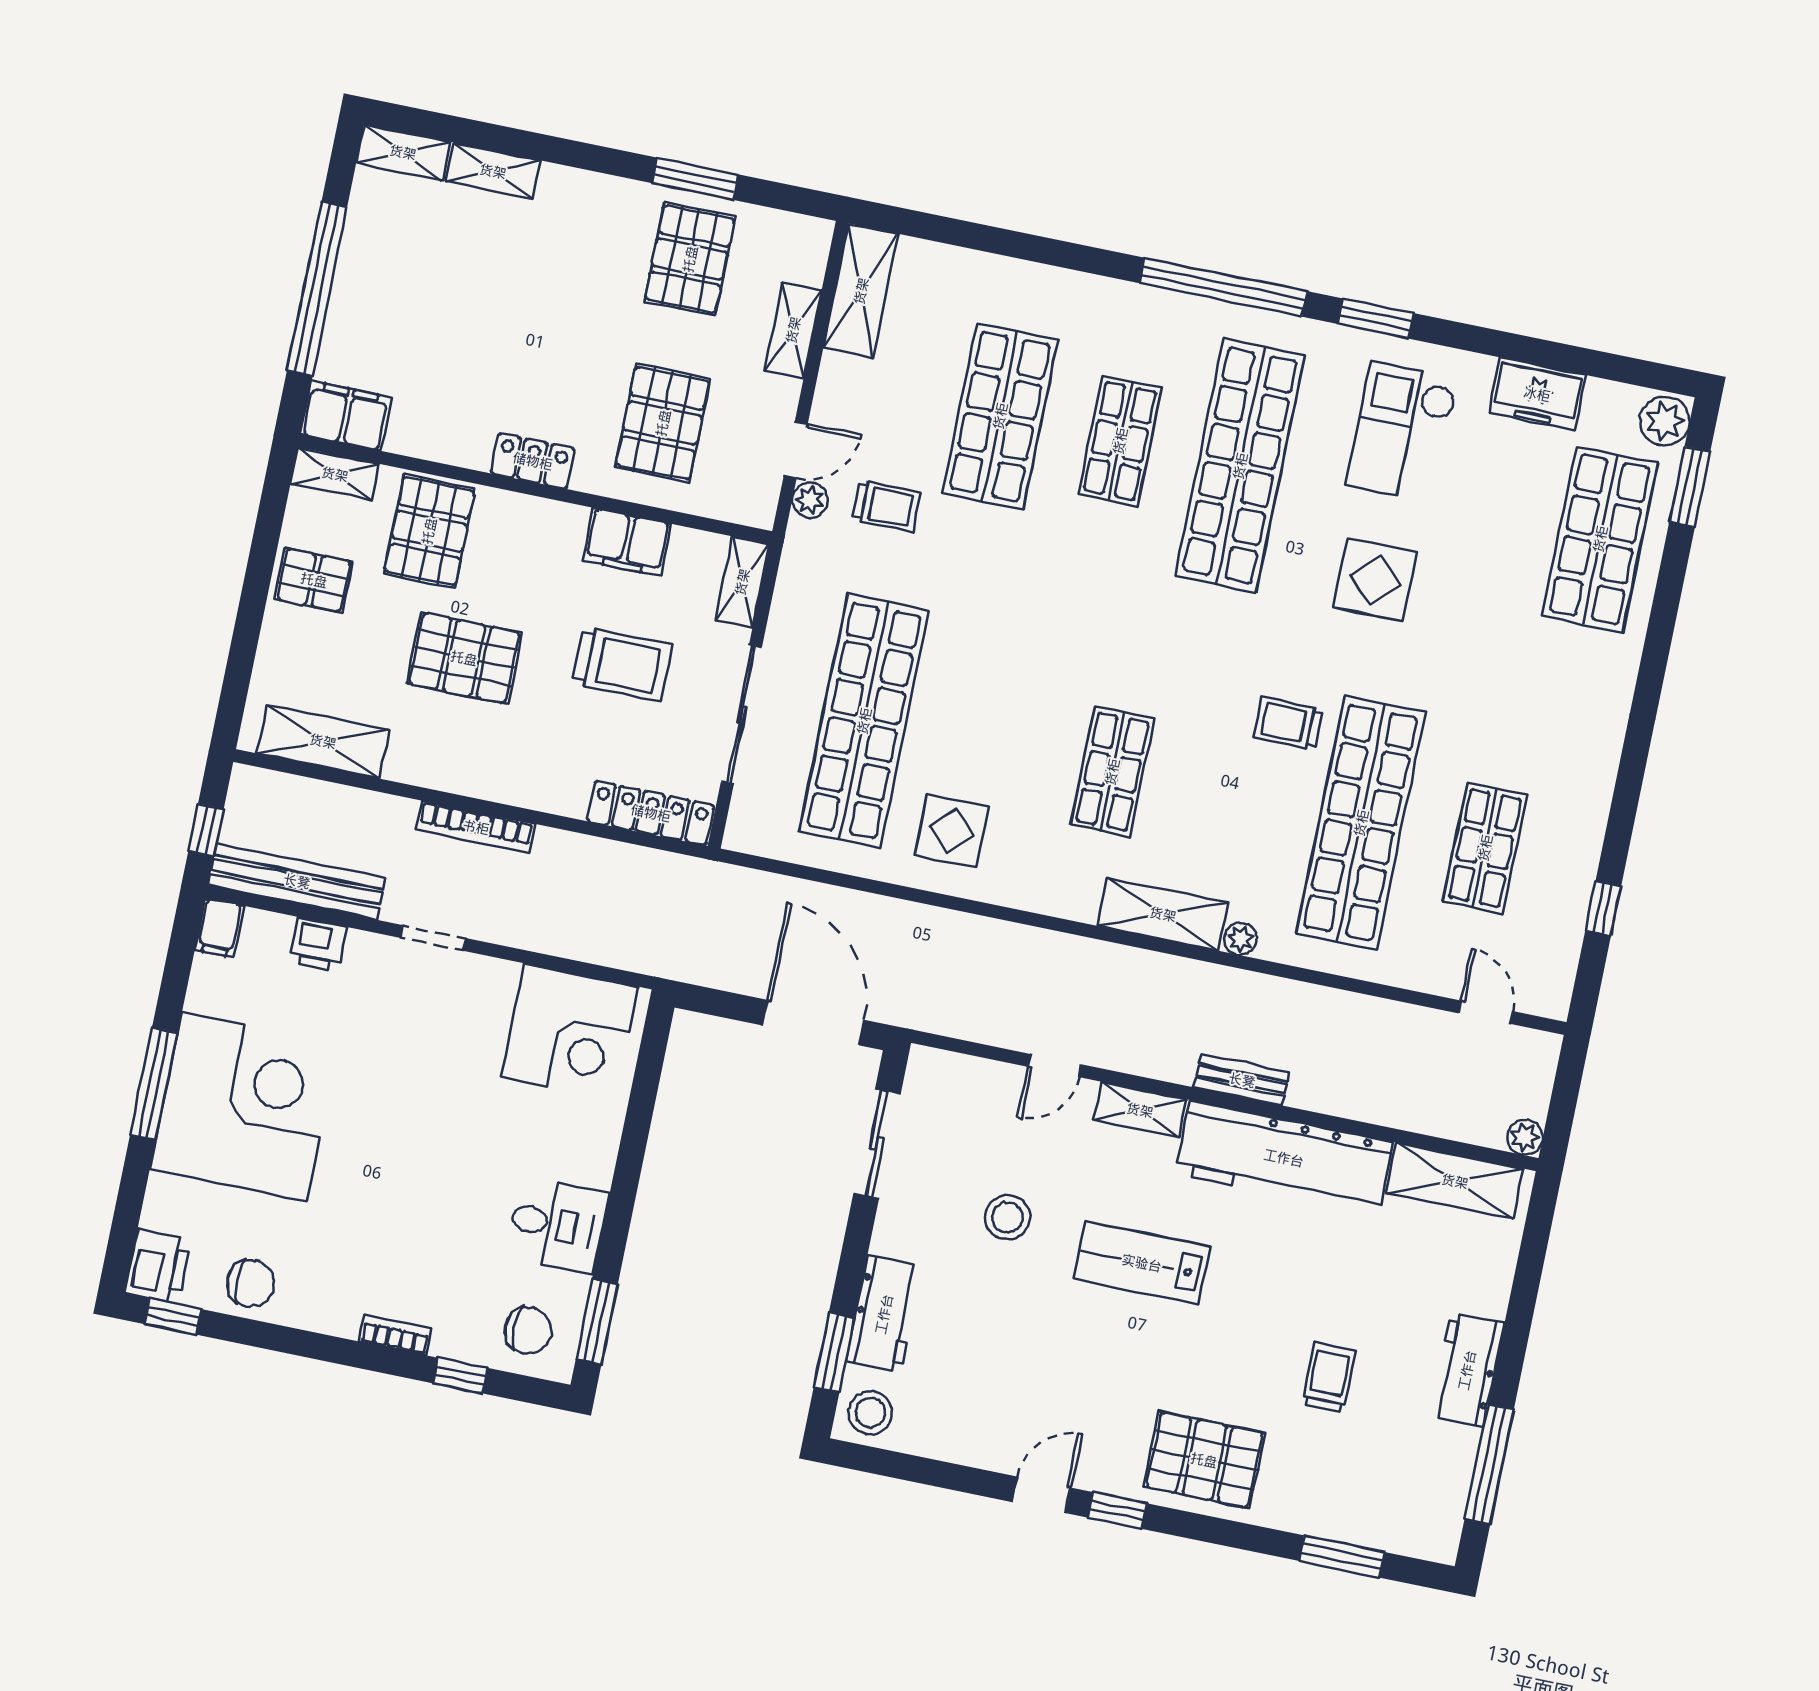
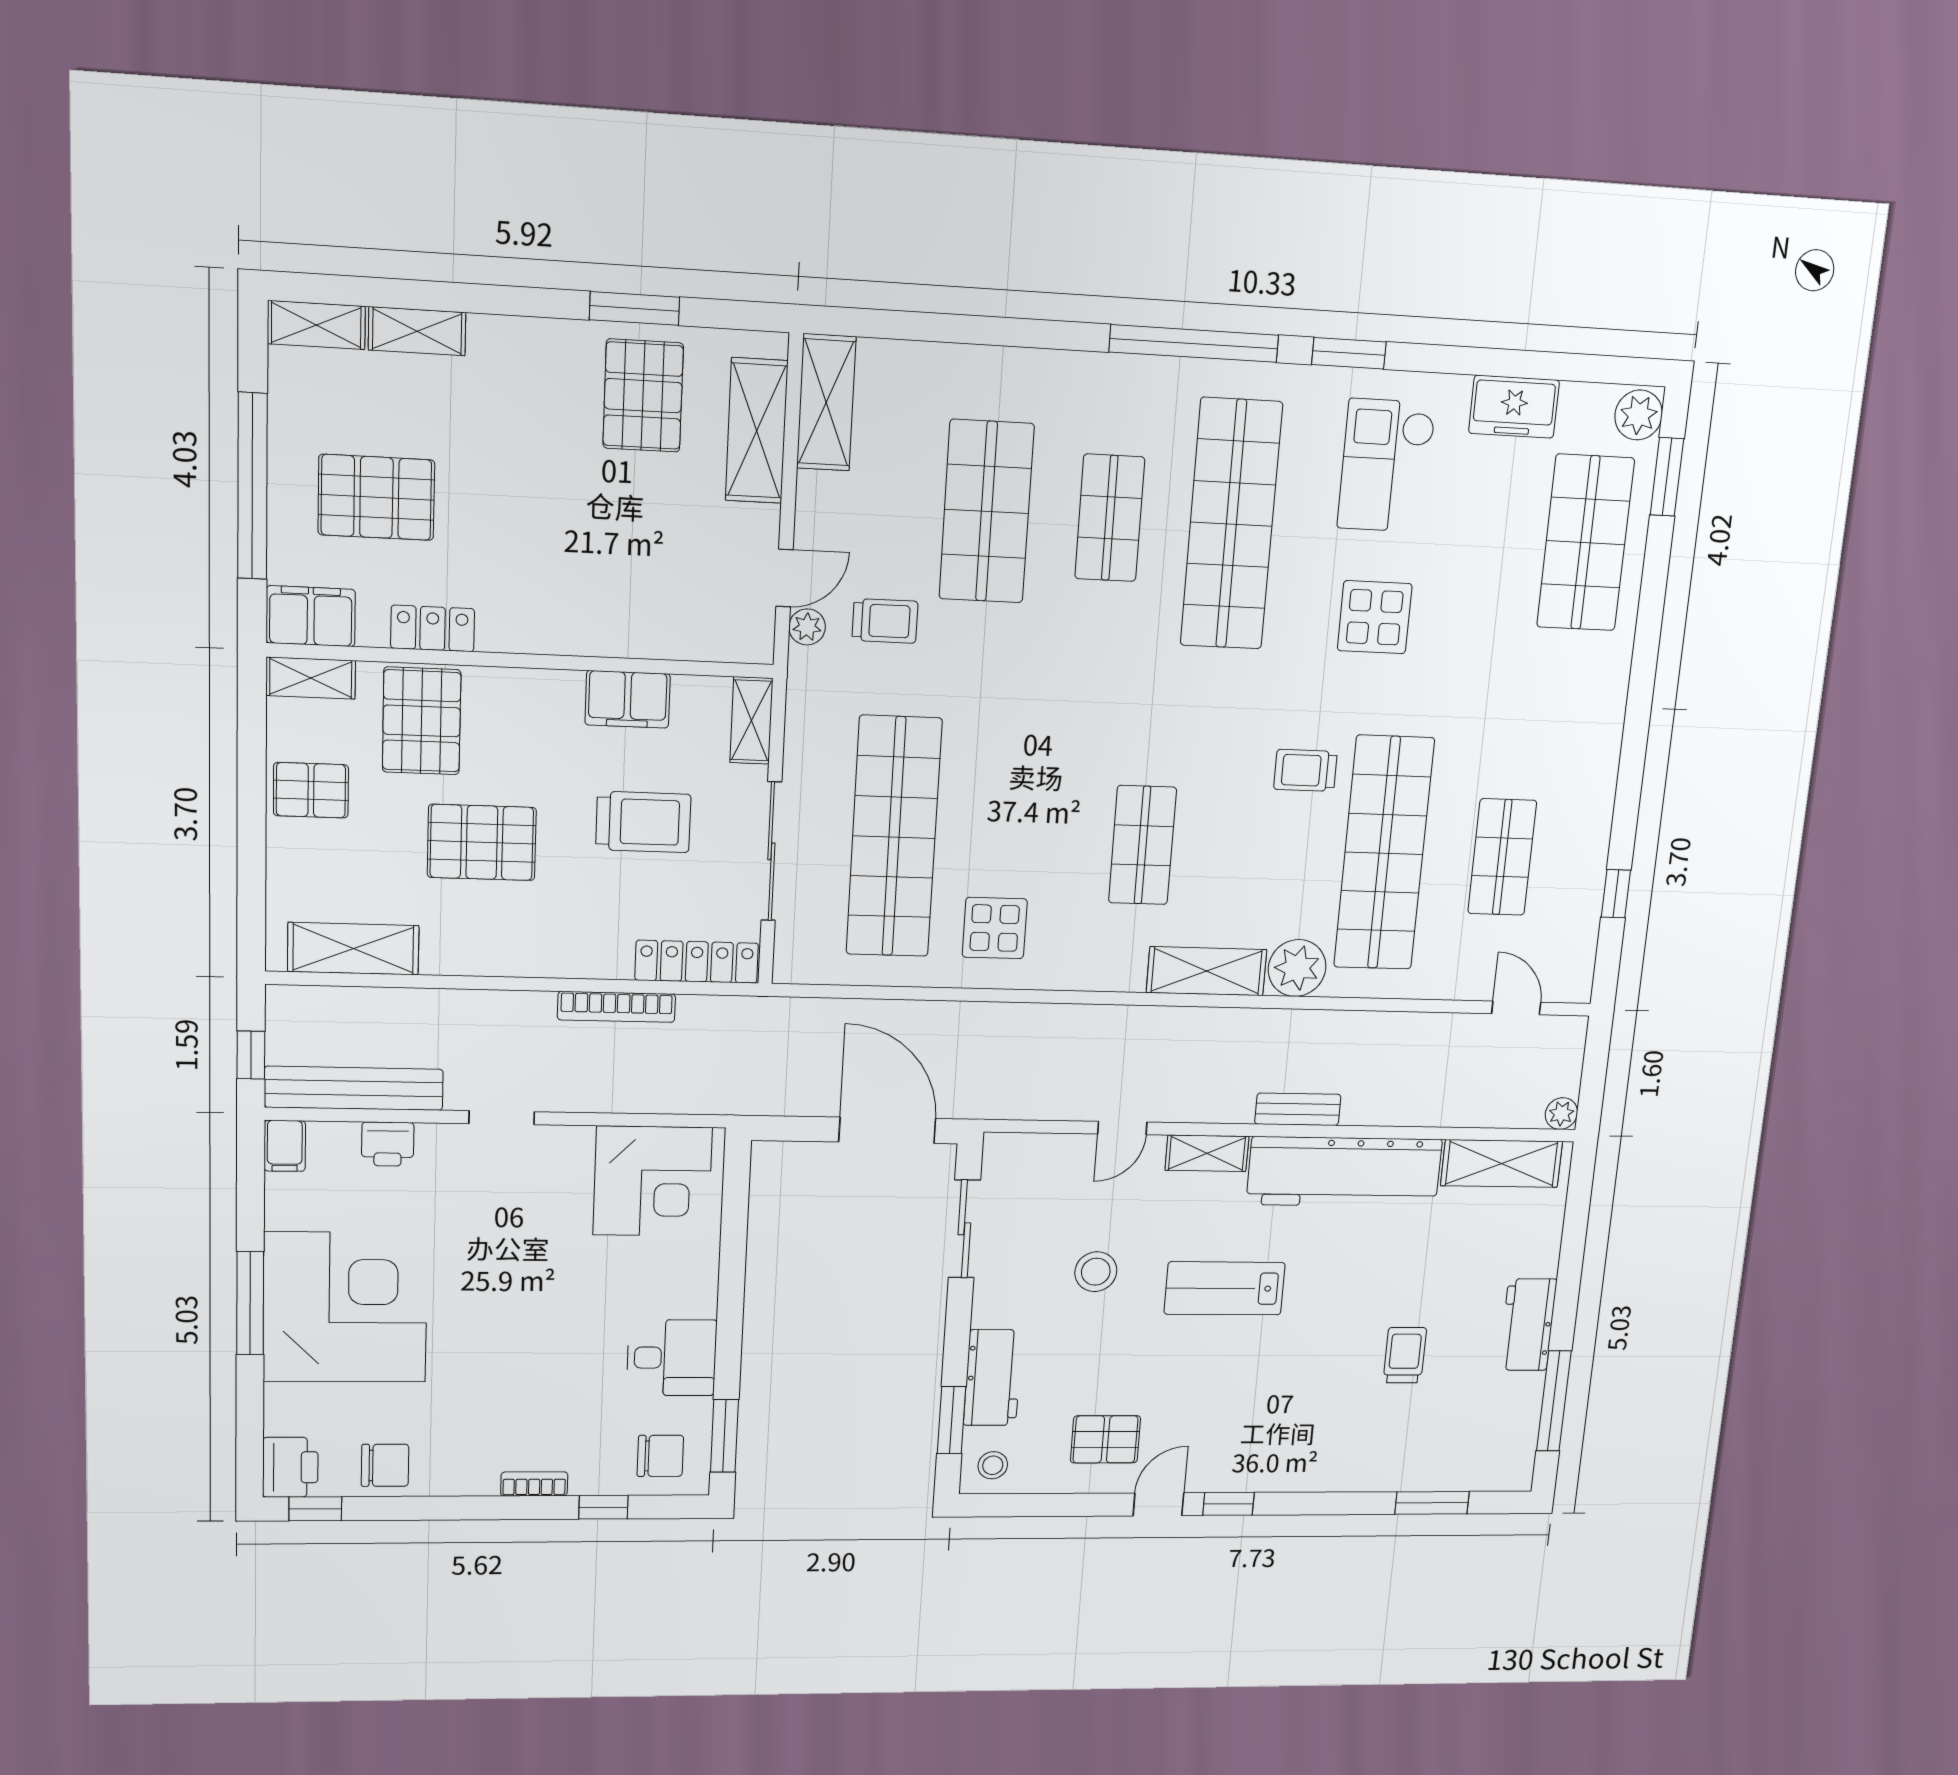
shelving: (793, 330) -> (757, 431), width x1.50, depth x1.33
pallet: (663, 423) -> (376, 497), moved, turned 90
locker: (533, 461) -> (433, 628), moved
bookcase: (476, 827) -> (616, 1007), moved
plant: (1240, 939) -> (1297, 968), width x1.87, depth x1.87
stool: (870, 1413) -> (993, 1465), width x0.73, depth x0.73
pallet: (1204, 1460) -> (1105, 1439), moved, width x0.67, depth x0.71

